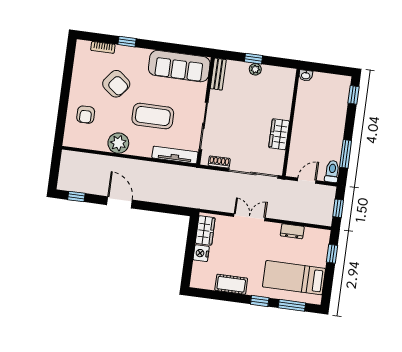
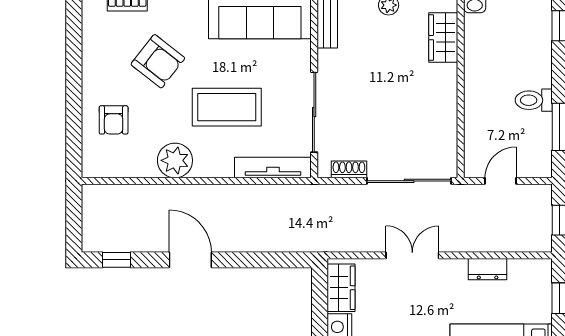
wardrobe: (279, 134) -> (443, 38), moved
toilet: (332, 171) -> (534, 100), moved, turned -90

